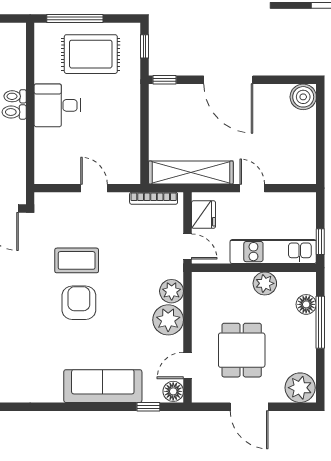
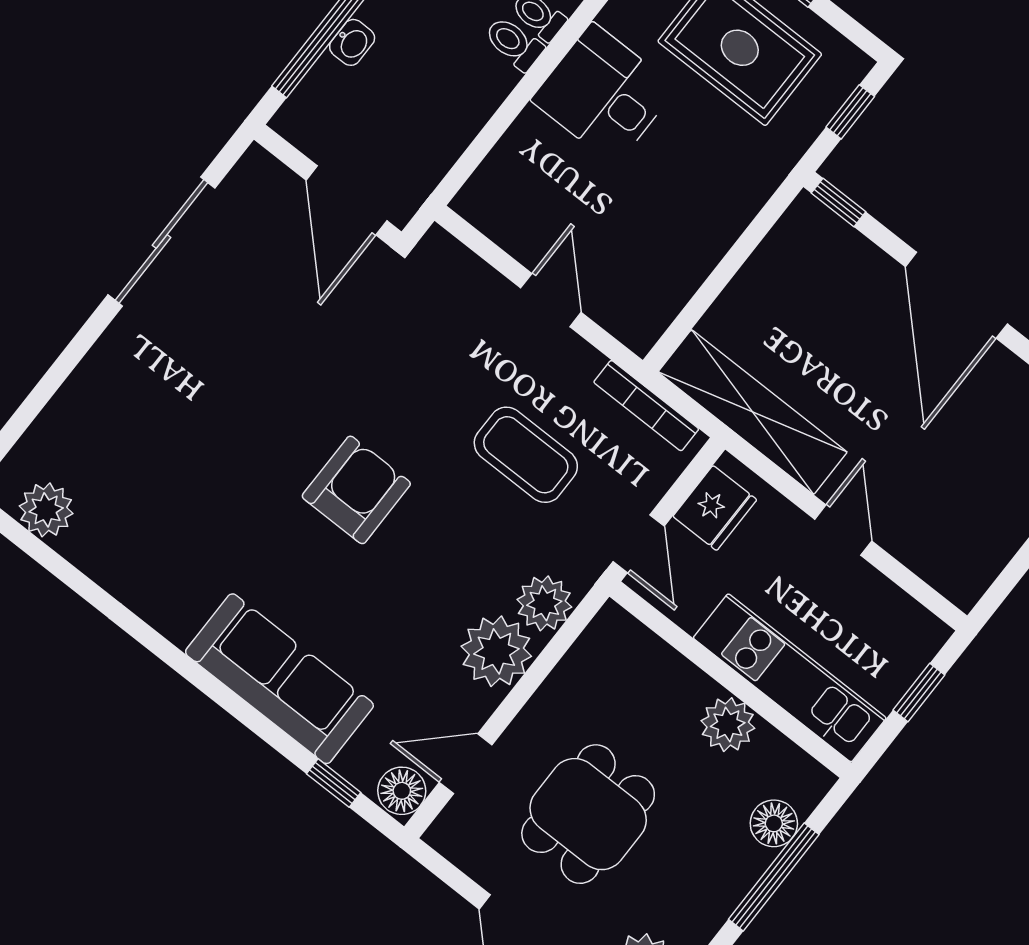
window: (320, 242) -> (919, 693), moved
coffee table: (77, 260) -> (526, 455), moved

